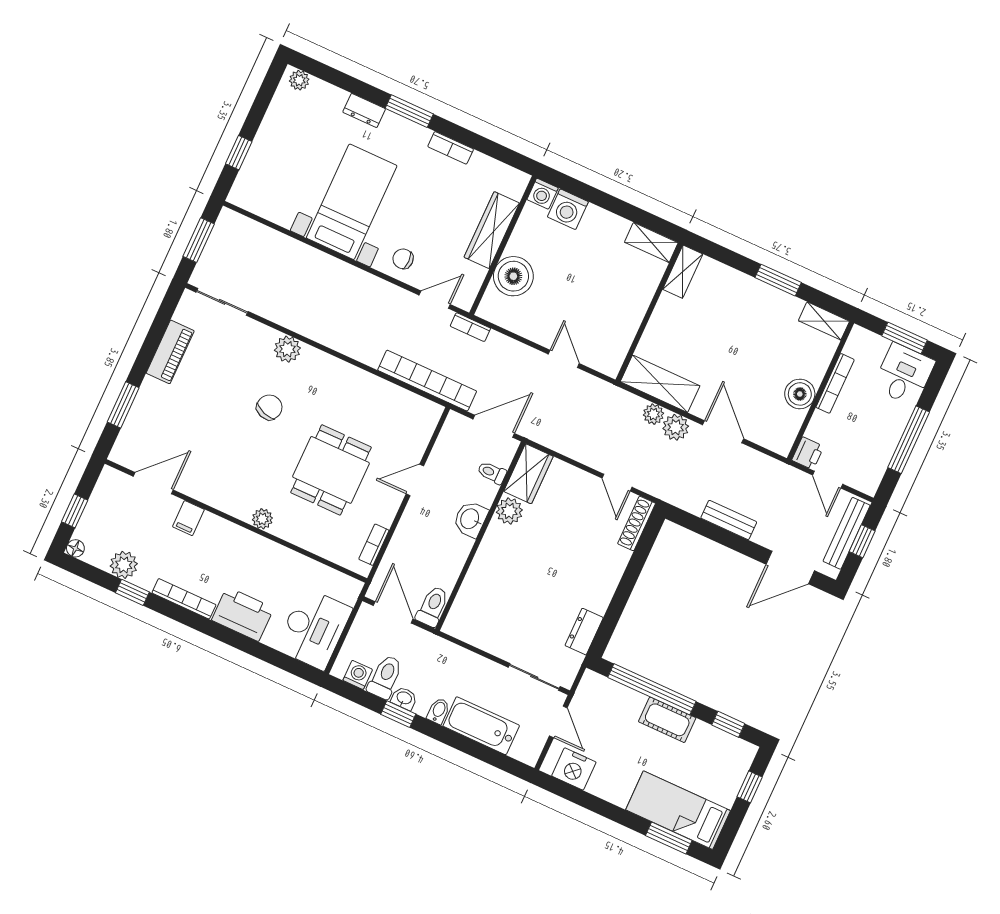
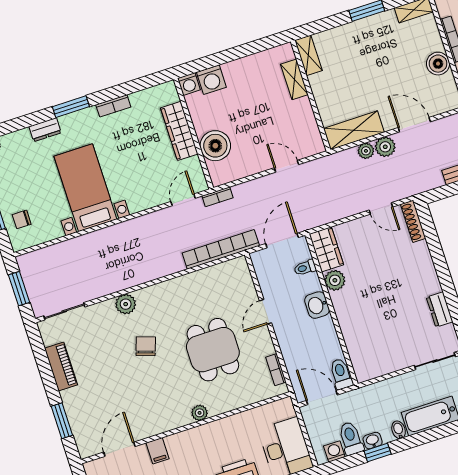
shelving: (651, 242) -> (294, 79), moved, turned 90
chair: (403, 259) -> (22, 219), moved

